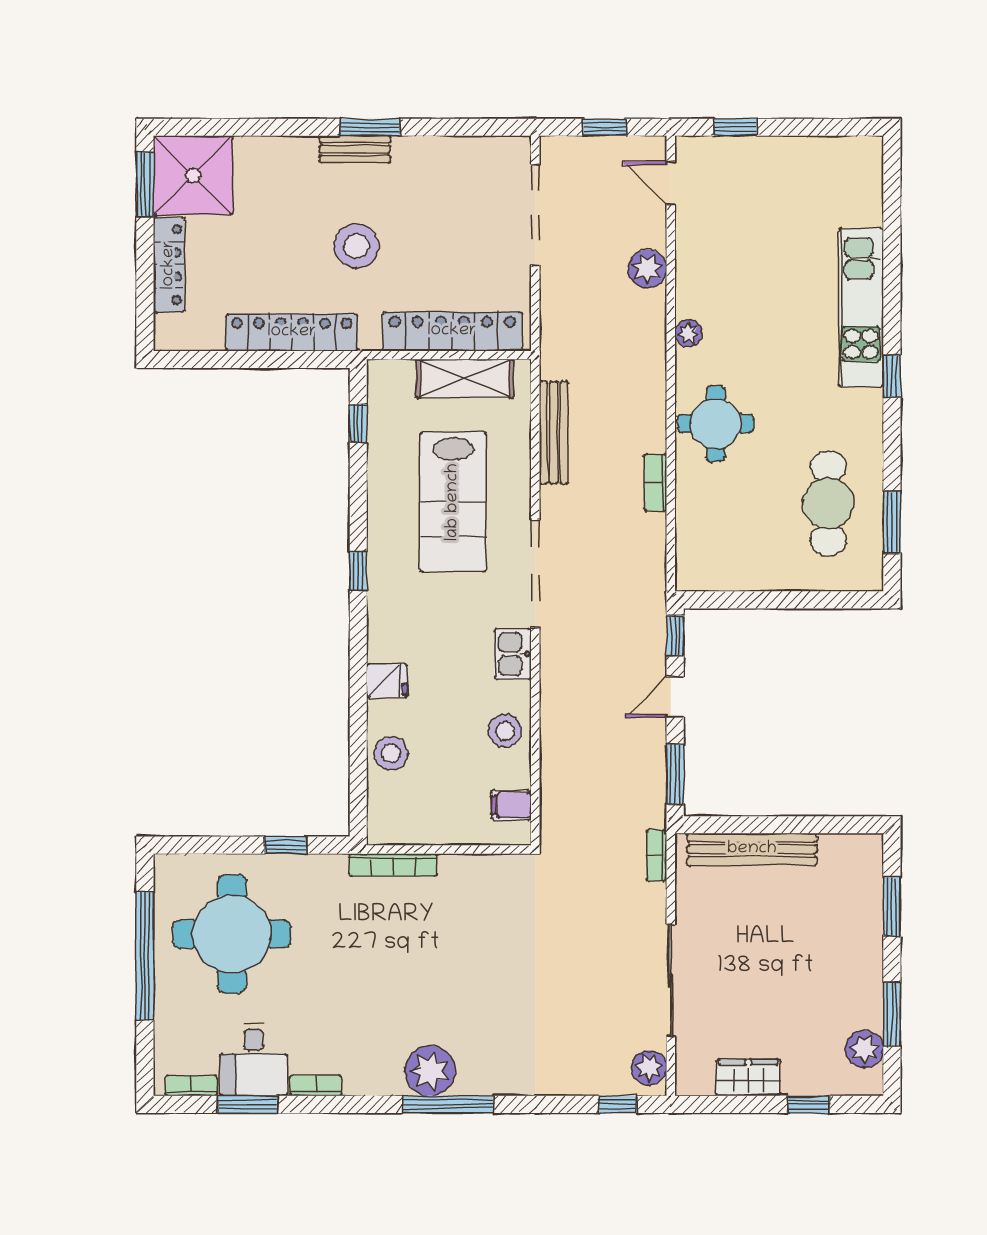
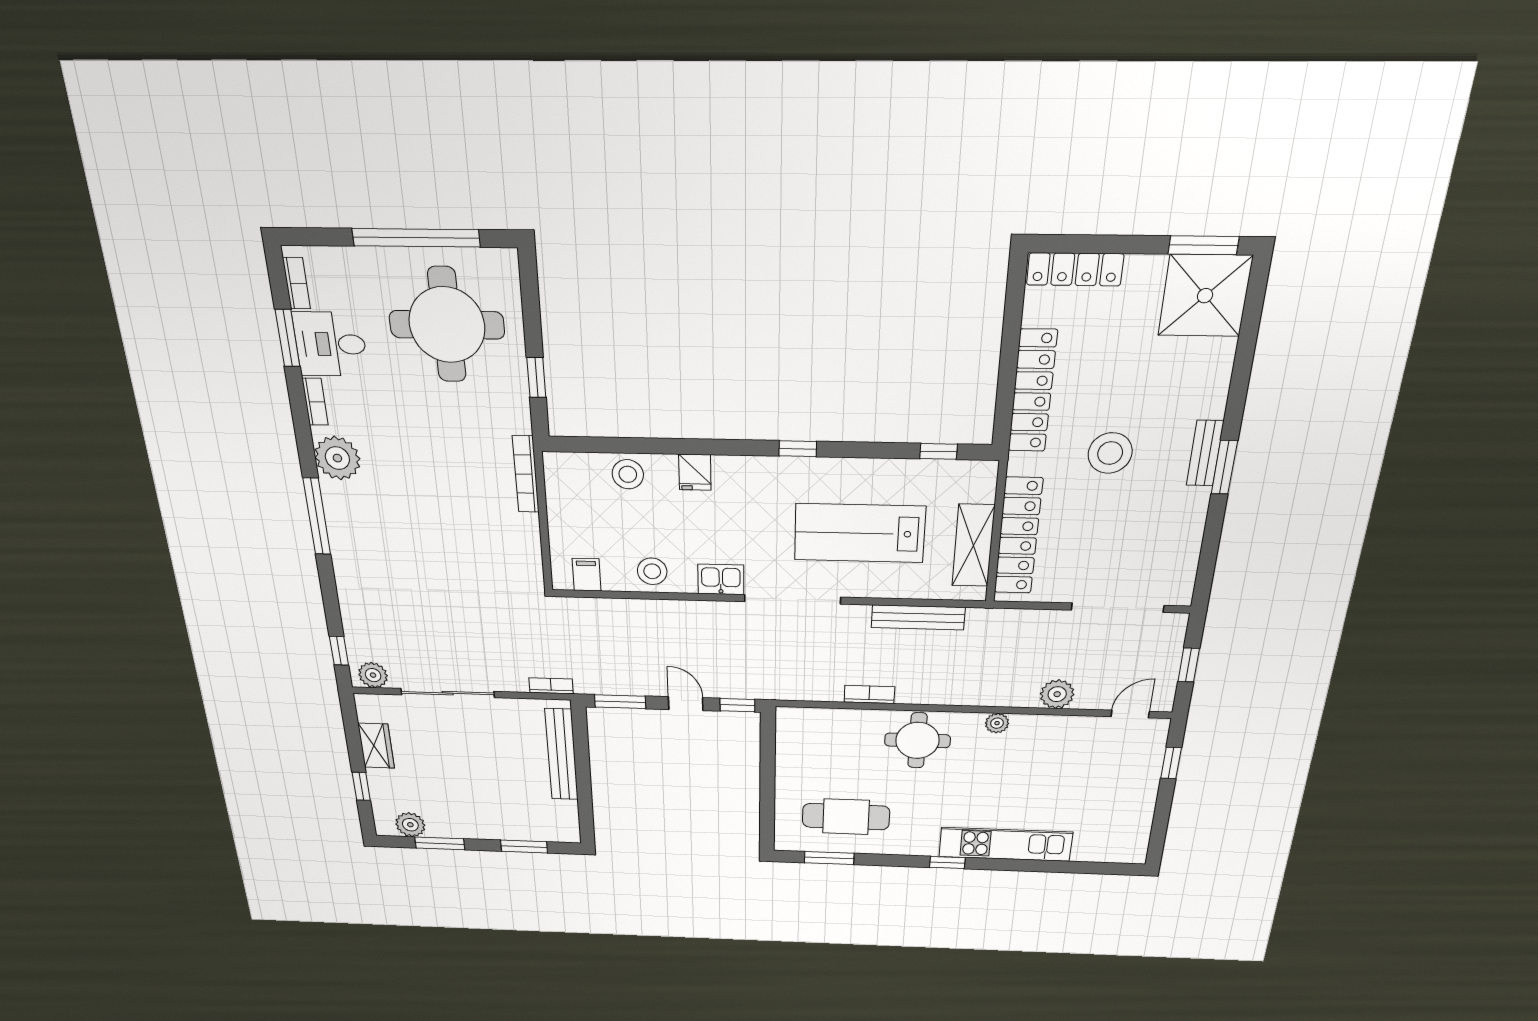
locker: (169, 265) -> (1075, 269), moved
plant: (430, 1071) -> (337, 458), moved

